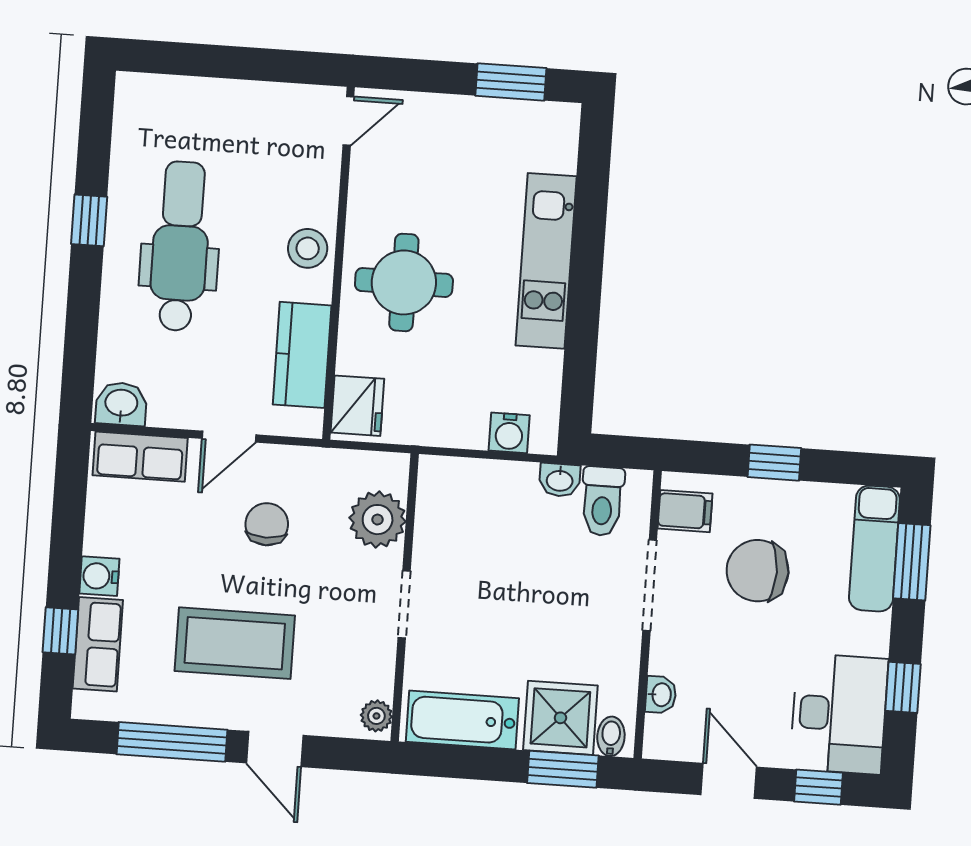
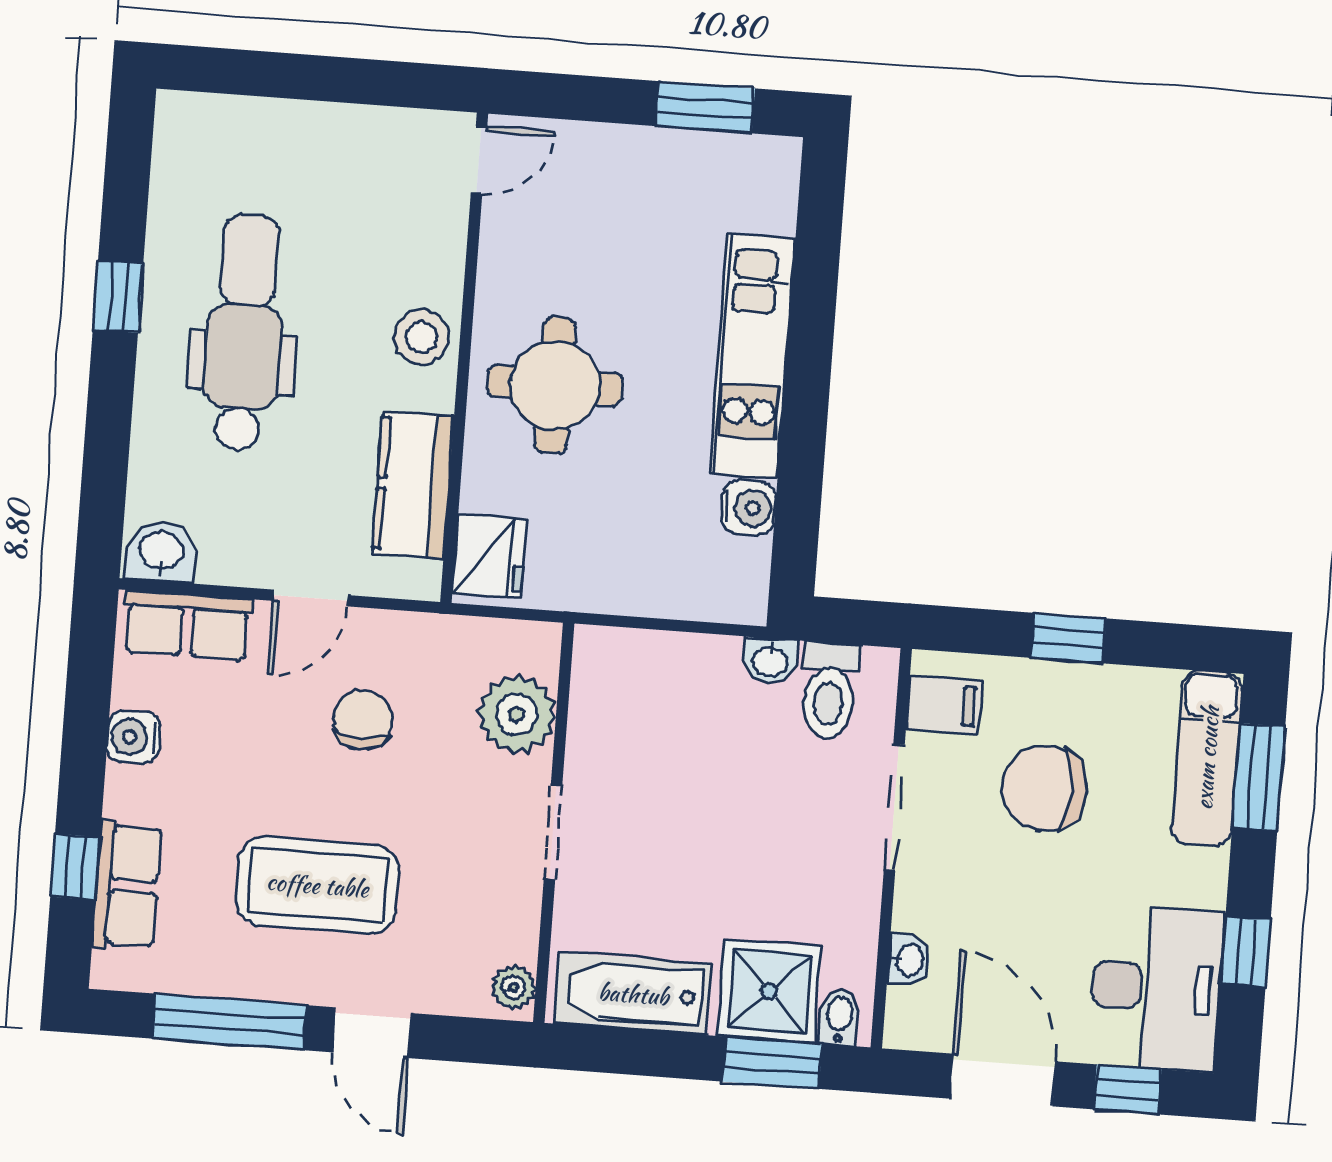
water cooler: (509, 433) -> (749, 508), moved, turned -90
water cooler: (99, 576) -> (134, 737), moved
door: (729, 781) -> (1003, 1080), width x1.37

